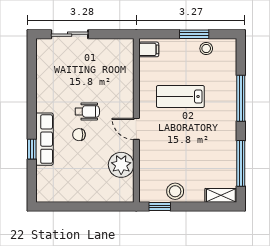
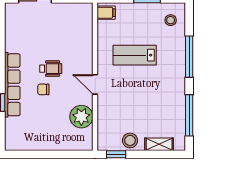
stool: (206, 48) -> (171, 20), moved
row of seats: (44, 139) -> (12, 85), width x1.36
shelving: (221, 195) -> (159, 144), moved

